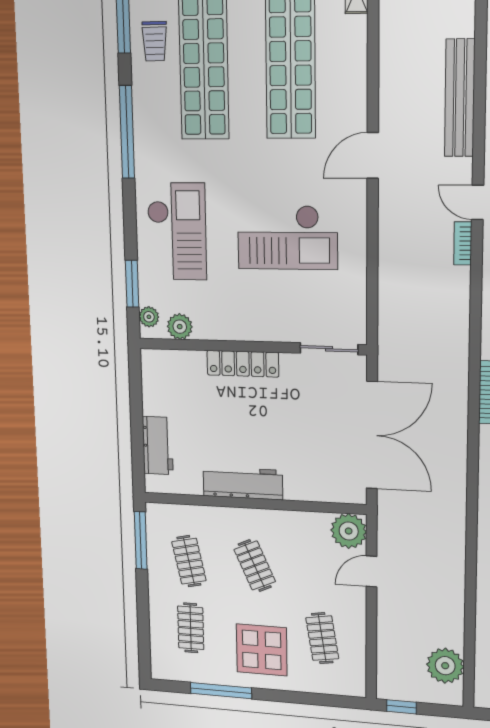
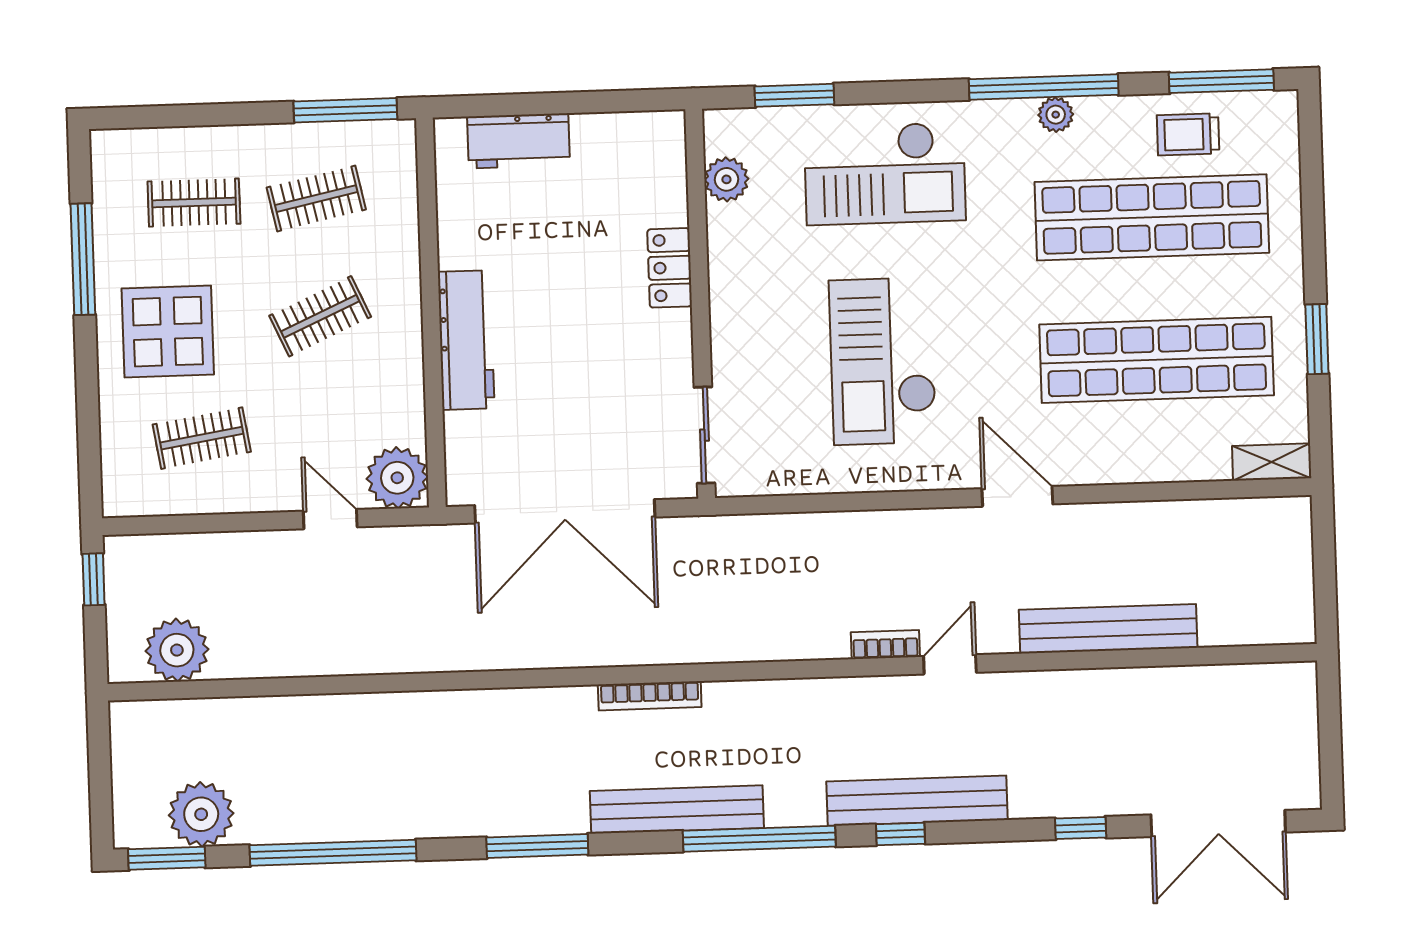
plant: (149, 317) -> (1056, 115), moved
locker: (243, 364) -> (670, 268), width x0.66
workbench: (243, 483) -> (466, 340), moved

